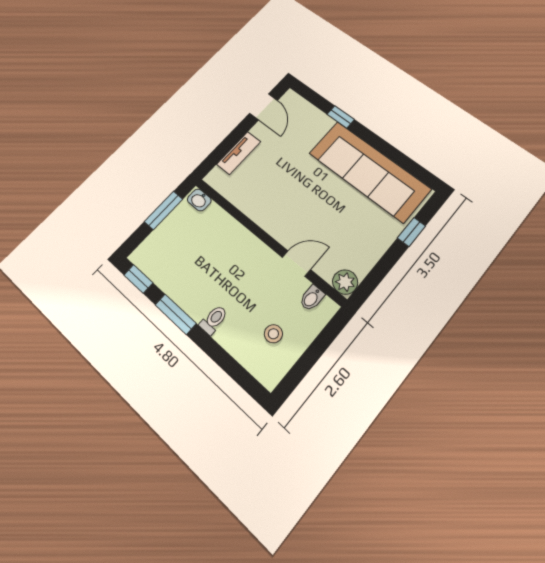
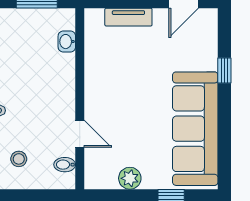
washbasin: (199, 200) -> (67, 42), moved
plant: (345, 282) -> (130, 178), moved

